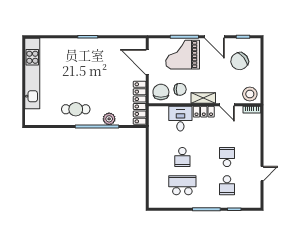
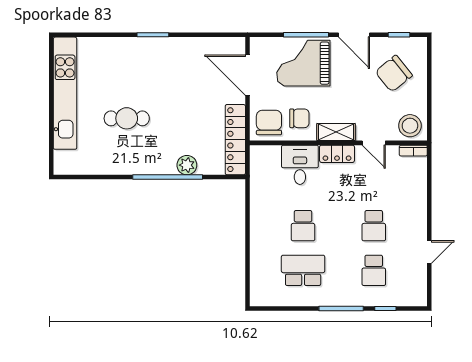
cafe table: (76, 109) -> (127, 118), moved
school desk: (227, 157) -> (374, 226), turned 180

